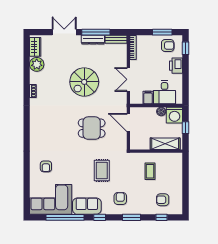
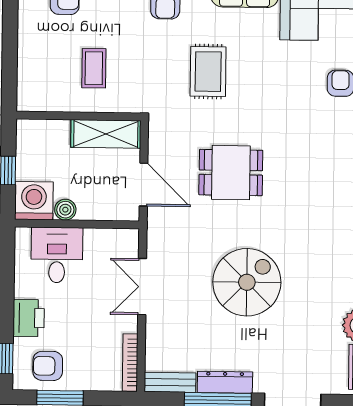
double door: (128, 79) -> (142, 287), swing flipped
filing cabinet: (148, 98) -> (96, 243), removed
shelving: (165, 144) -> (106, 134), moved

